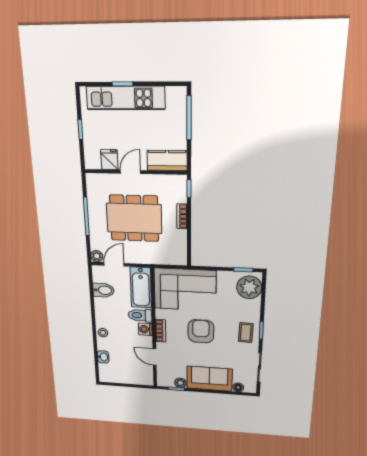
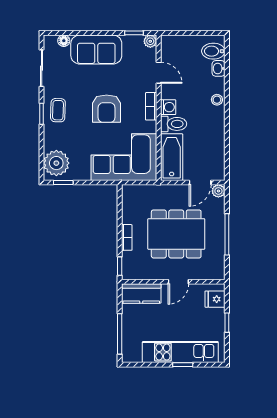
fridge: (109, 160) -> (215, 299), moved, turned 90
bidet: (103, 290) -> (213, 51), moved
plant: (180, 383) -> (150, 41), moved

